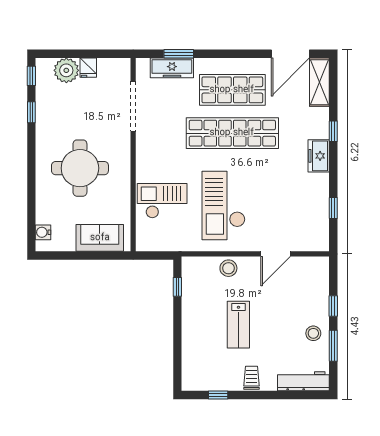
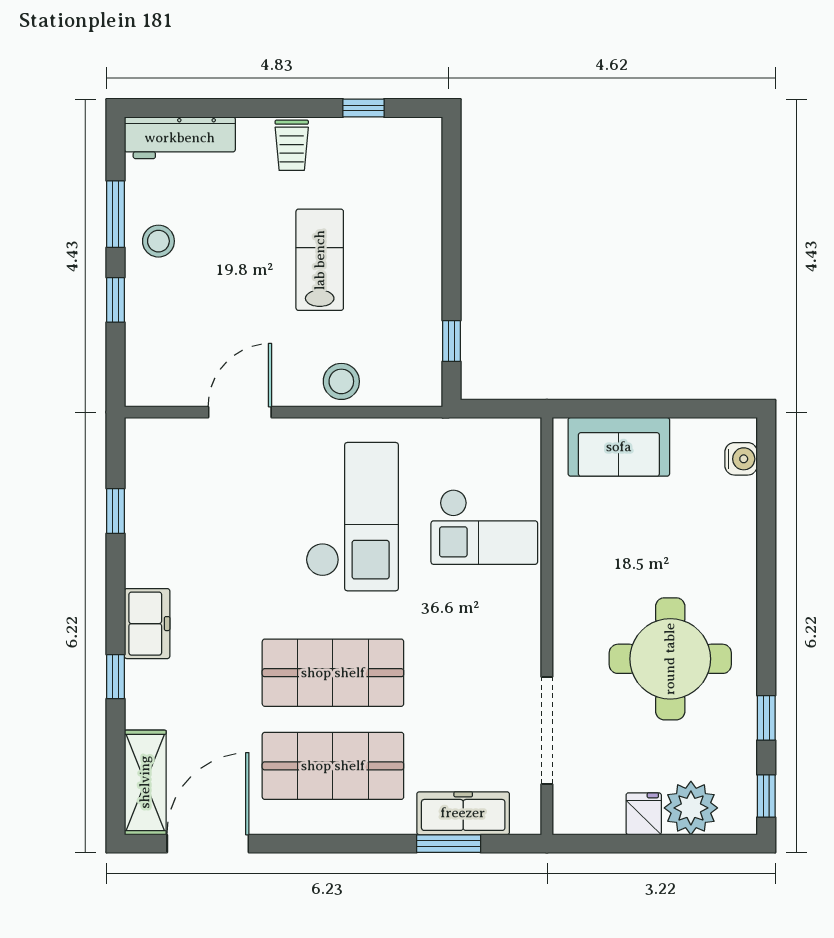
shop shelf: (232, 133) -> (333, 673), width x0.71
round table: (80, 168) -> (670, 659), moved

